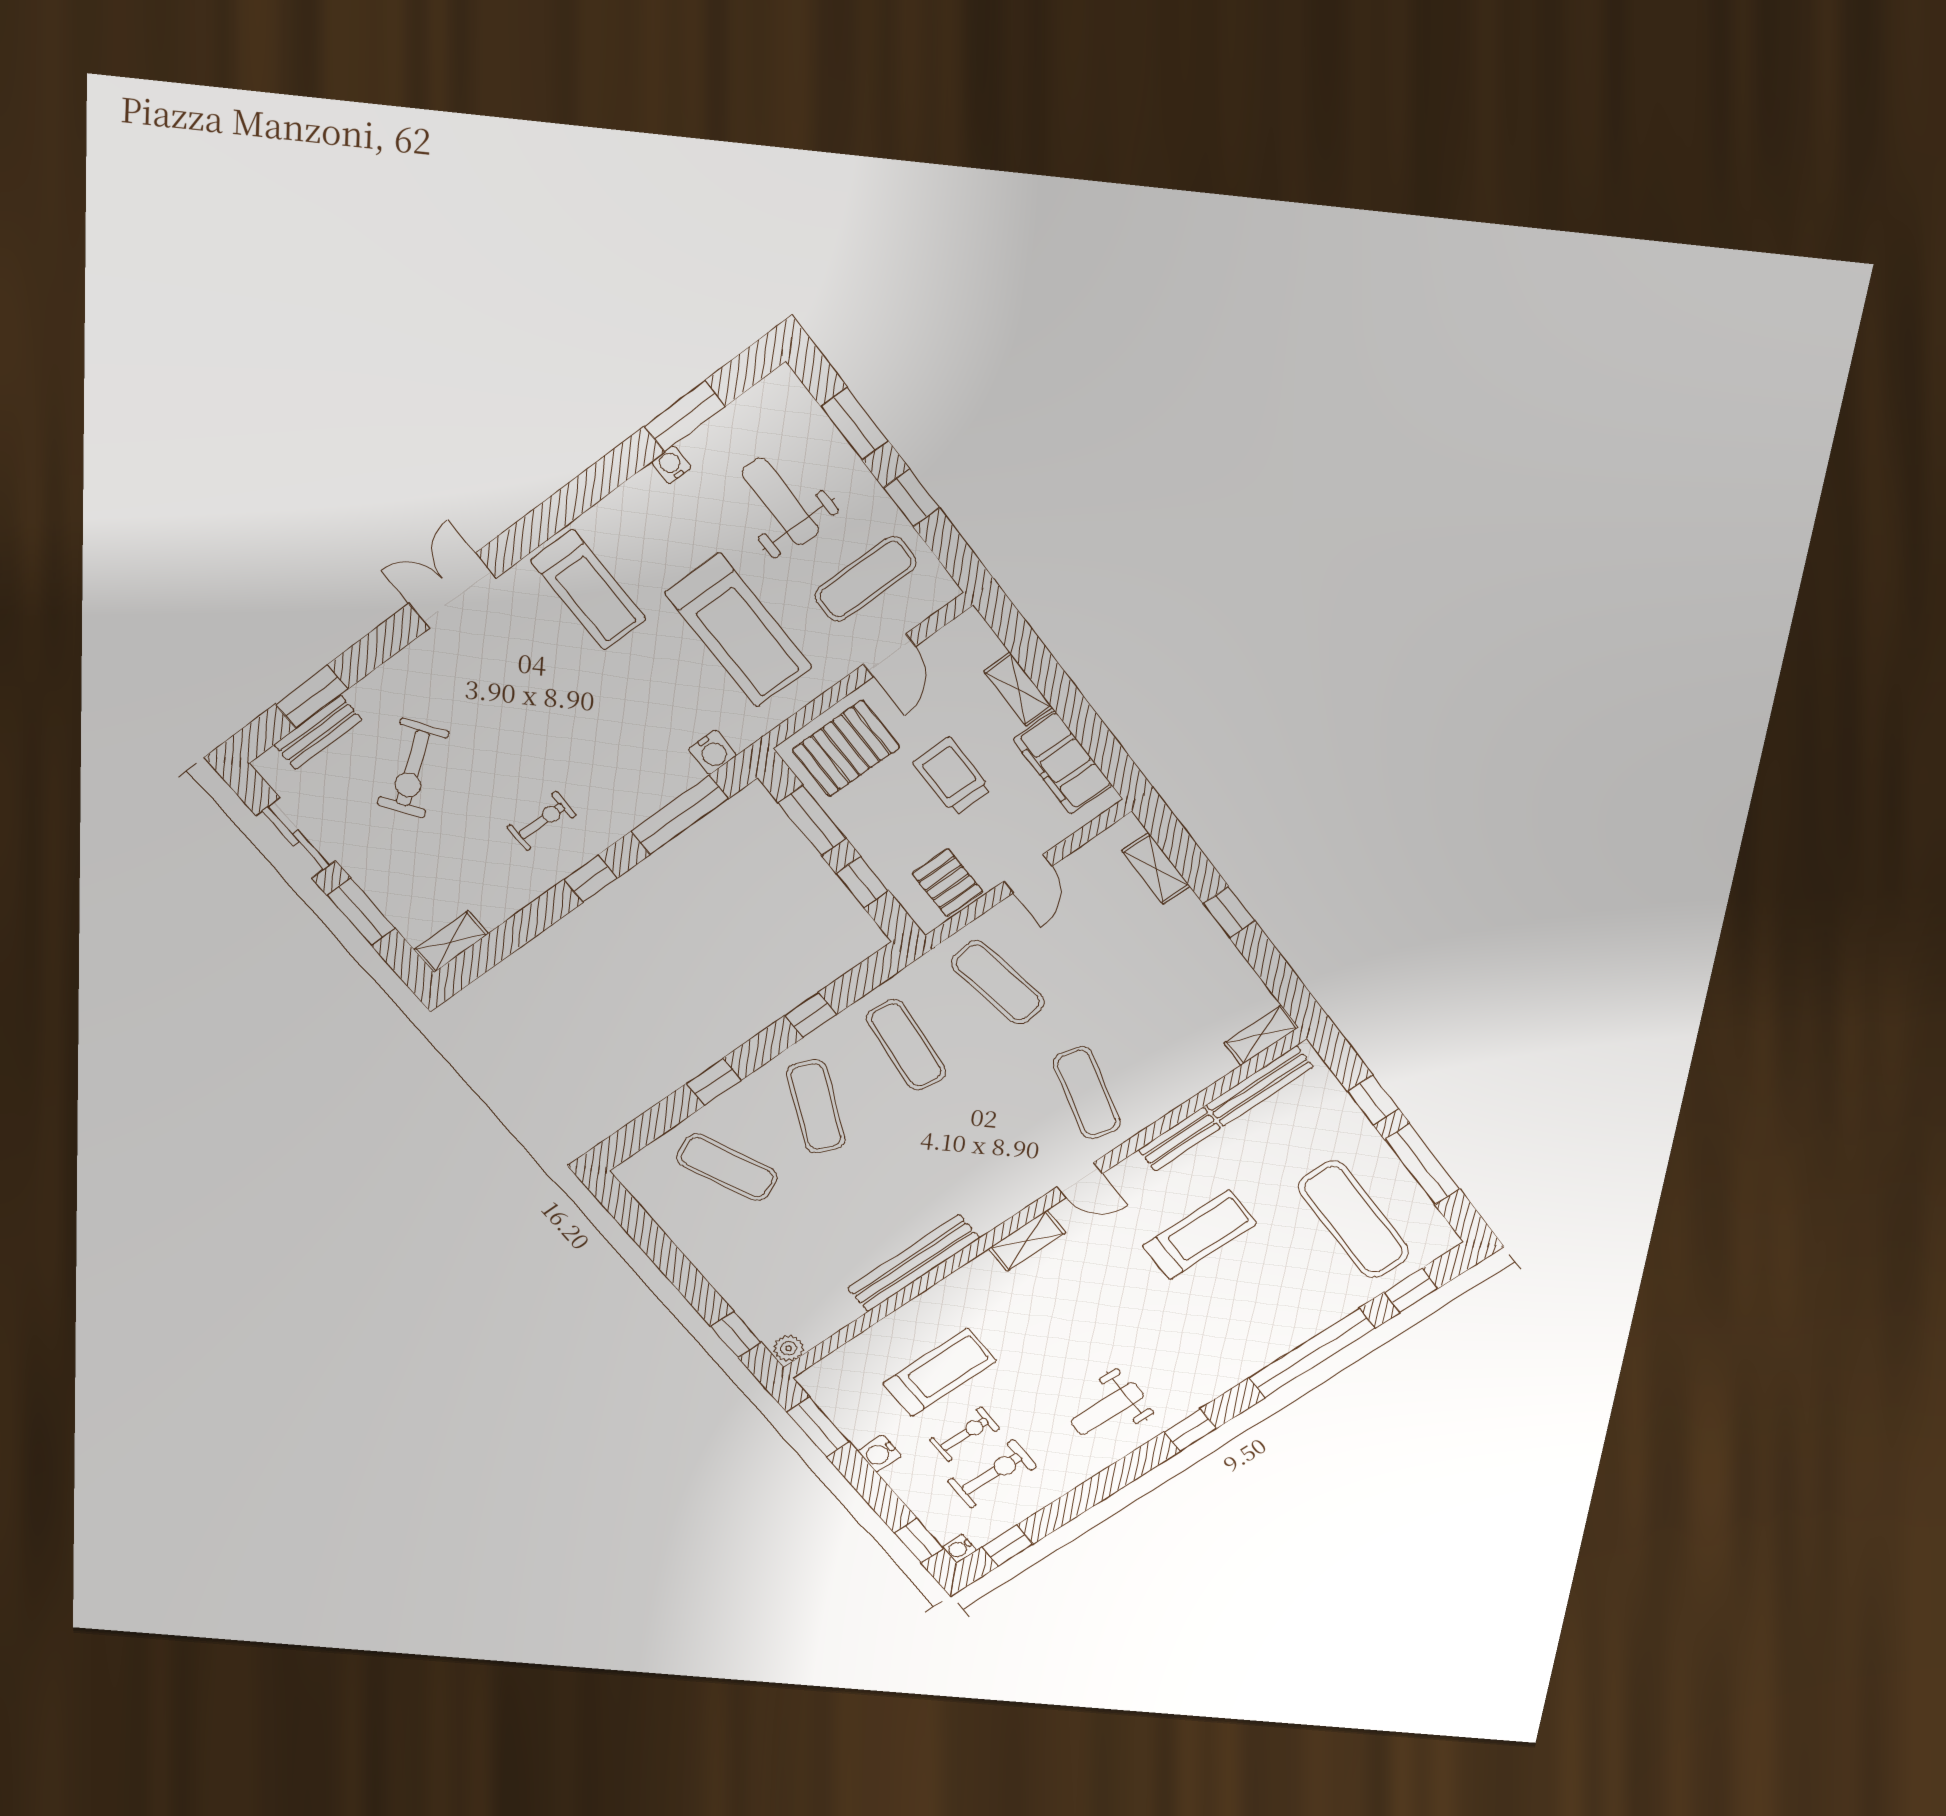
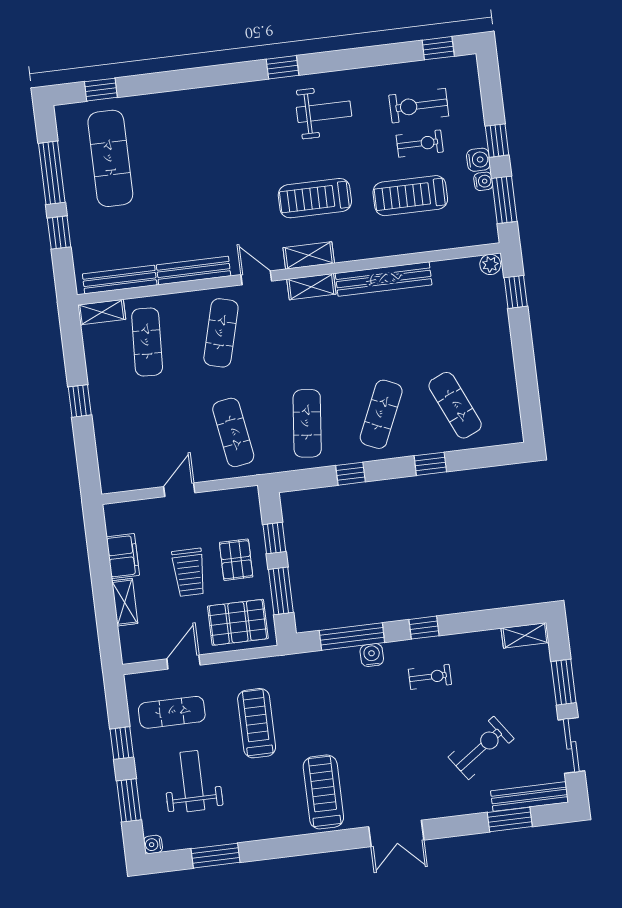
water cooler: (671, 465) -> (153, 844), moved, turned 90
weight bench: (780, 502) -> (192, 781), turned 180
treadmill: (738, 630) -> (257, 723), width x0.73, depth x0.73
bench: (318, 732) -> (529, 797), width x1.36
water cooler: (712, 752) -> (372, 655), moved
filing cabinet: (1062, 763) -> (123, 556), width x0.67, depth x0.86
exercise bike: (542, 821) -> (430, 677), turned 180
shelving: (1156, 868) -> (311, 287), moved, turned 90
pallet: (947, 883) -> (236, 560), moved
exercise mat: (1179, 1031) -> (147, 342), added
bench: (1179, 1139) -> (194, 270), width x1.36
treadmill: (1199, 1235) -> (315, 198), moved
window: (1312, 1353) -> (182, 80), removed
exercise bike: (965, 1434) -> (420, 144), turned 180
window: (919, 1541) -> (497, 141), moved
water cooler: (959, 1549) -> (483, 181), moved

